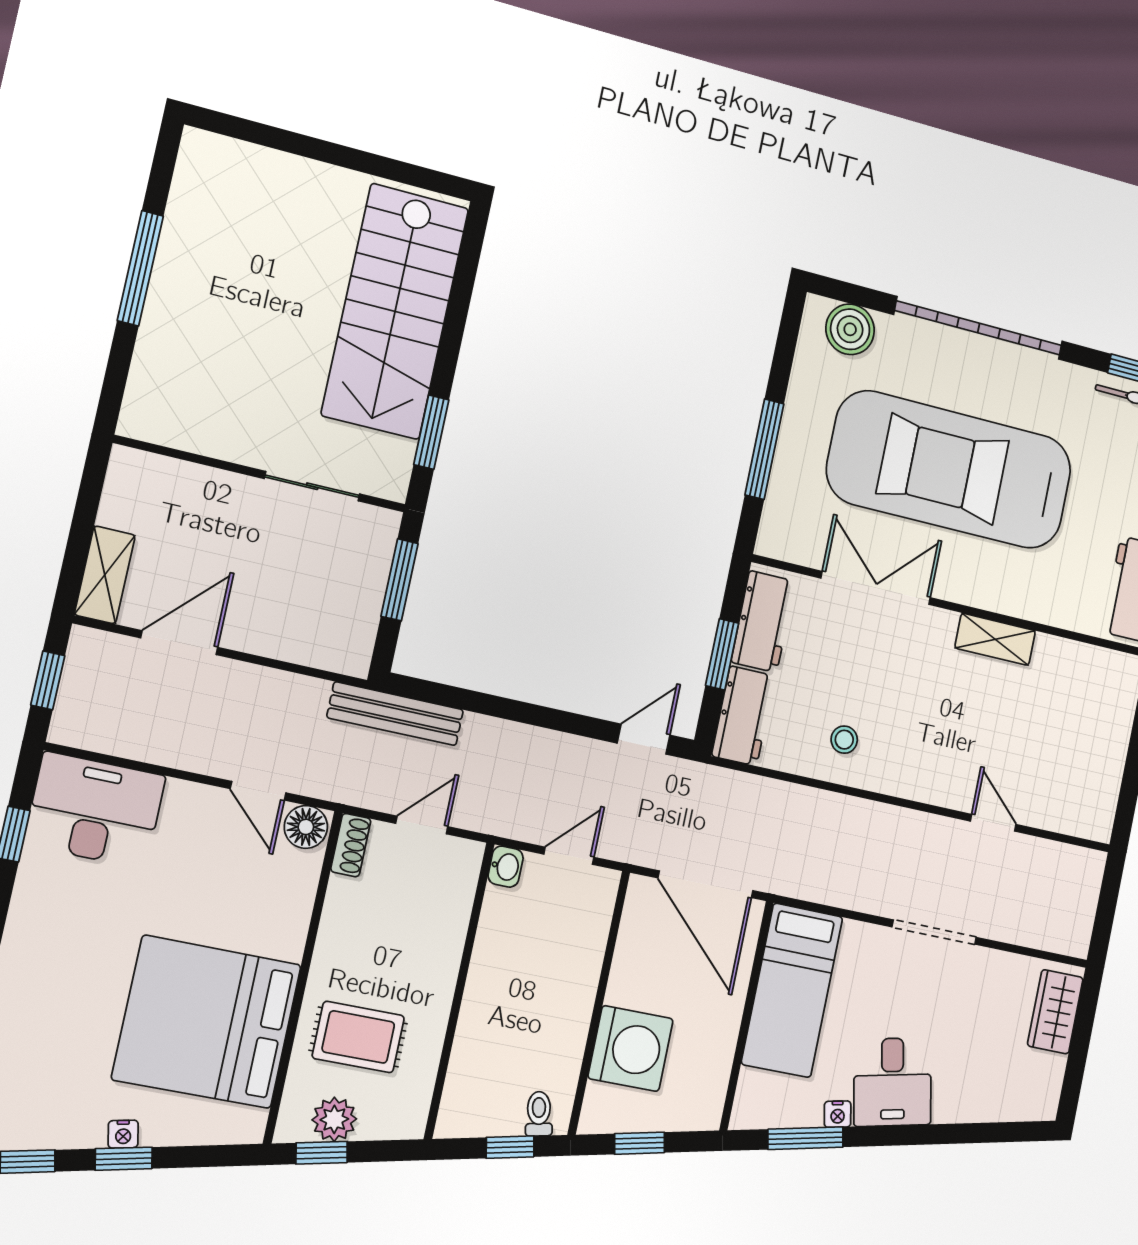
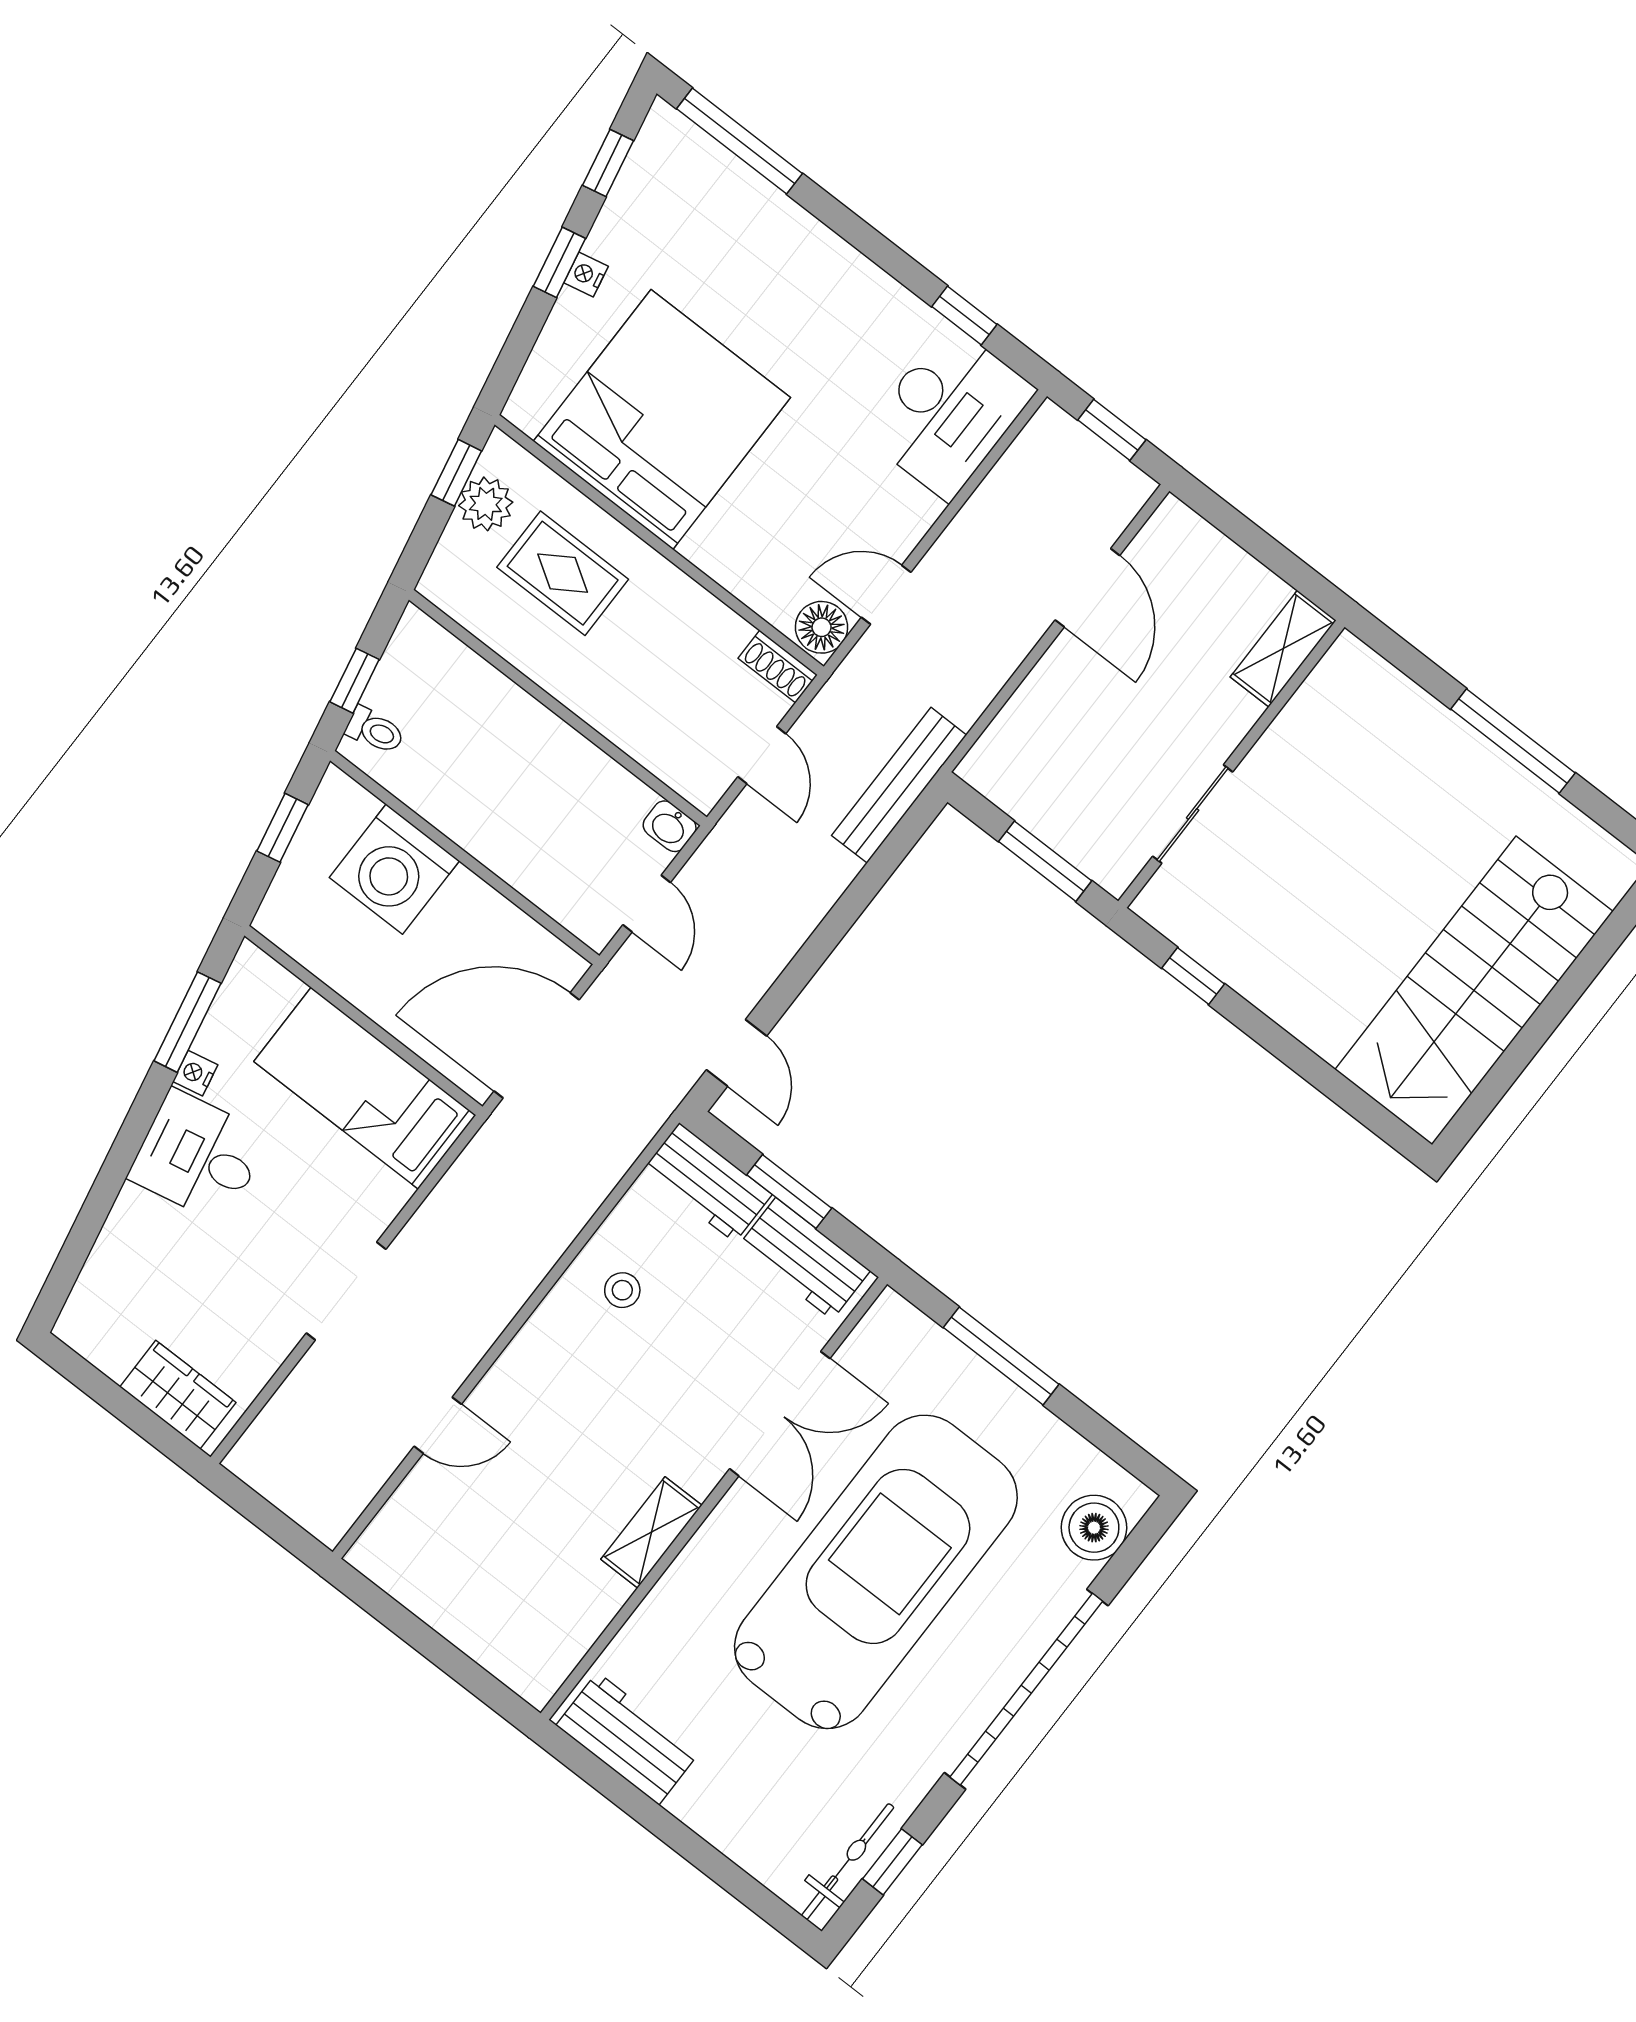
stairs: (395, 311) -> (1474, 990), moved, turned -90
window: (431, 432) -> (1193, 976), width x0.67
shelving: (105, 575) -> (1283, 649), moved, turned 90
rug: (358, 1037) -> (563, 573), turned 90

